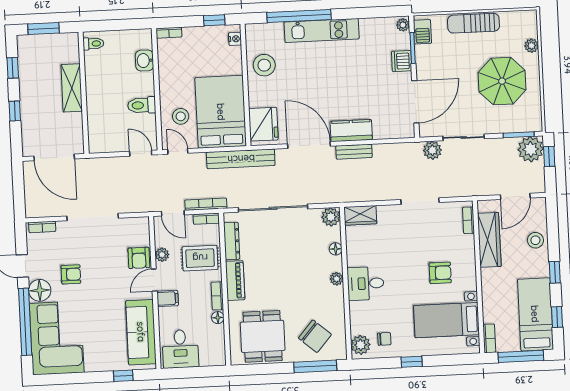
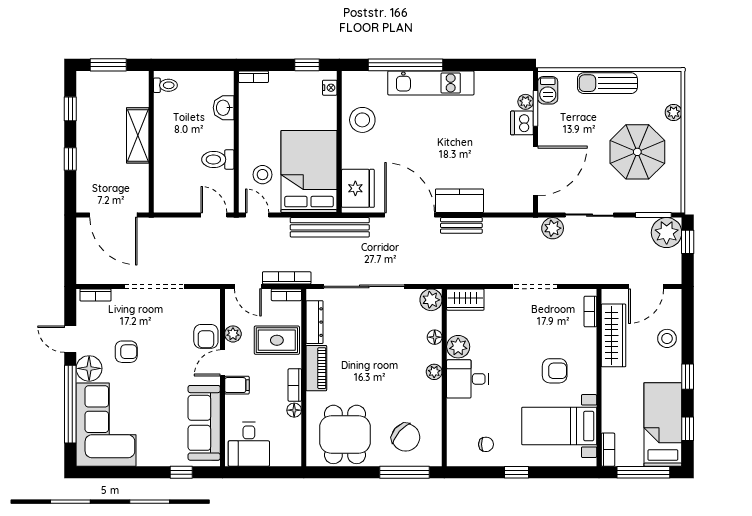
plant: (403, 25) -> (526, 102), moved
plant: (361, 345) -> (458, 347), moved

